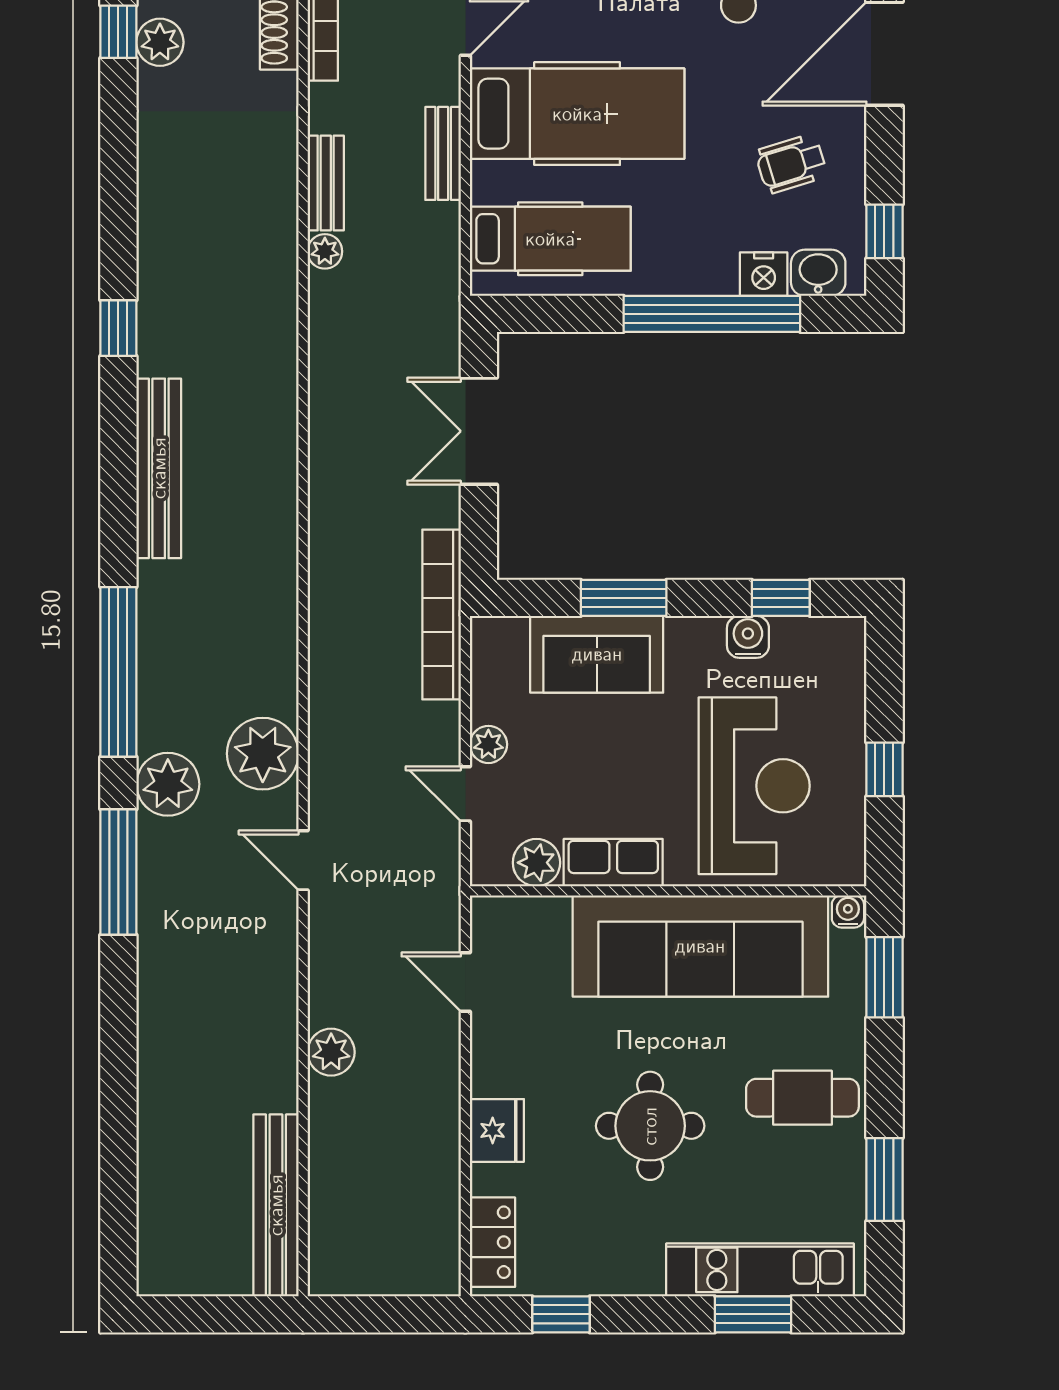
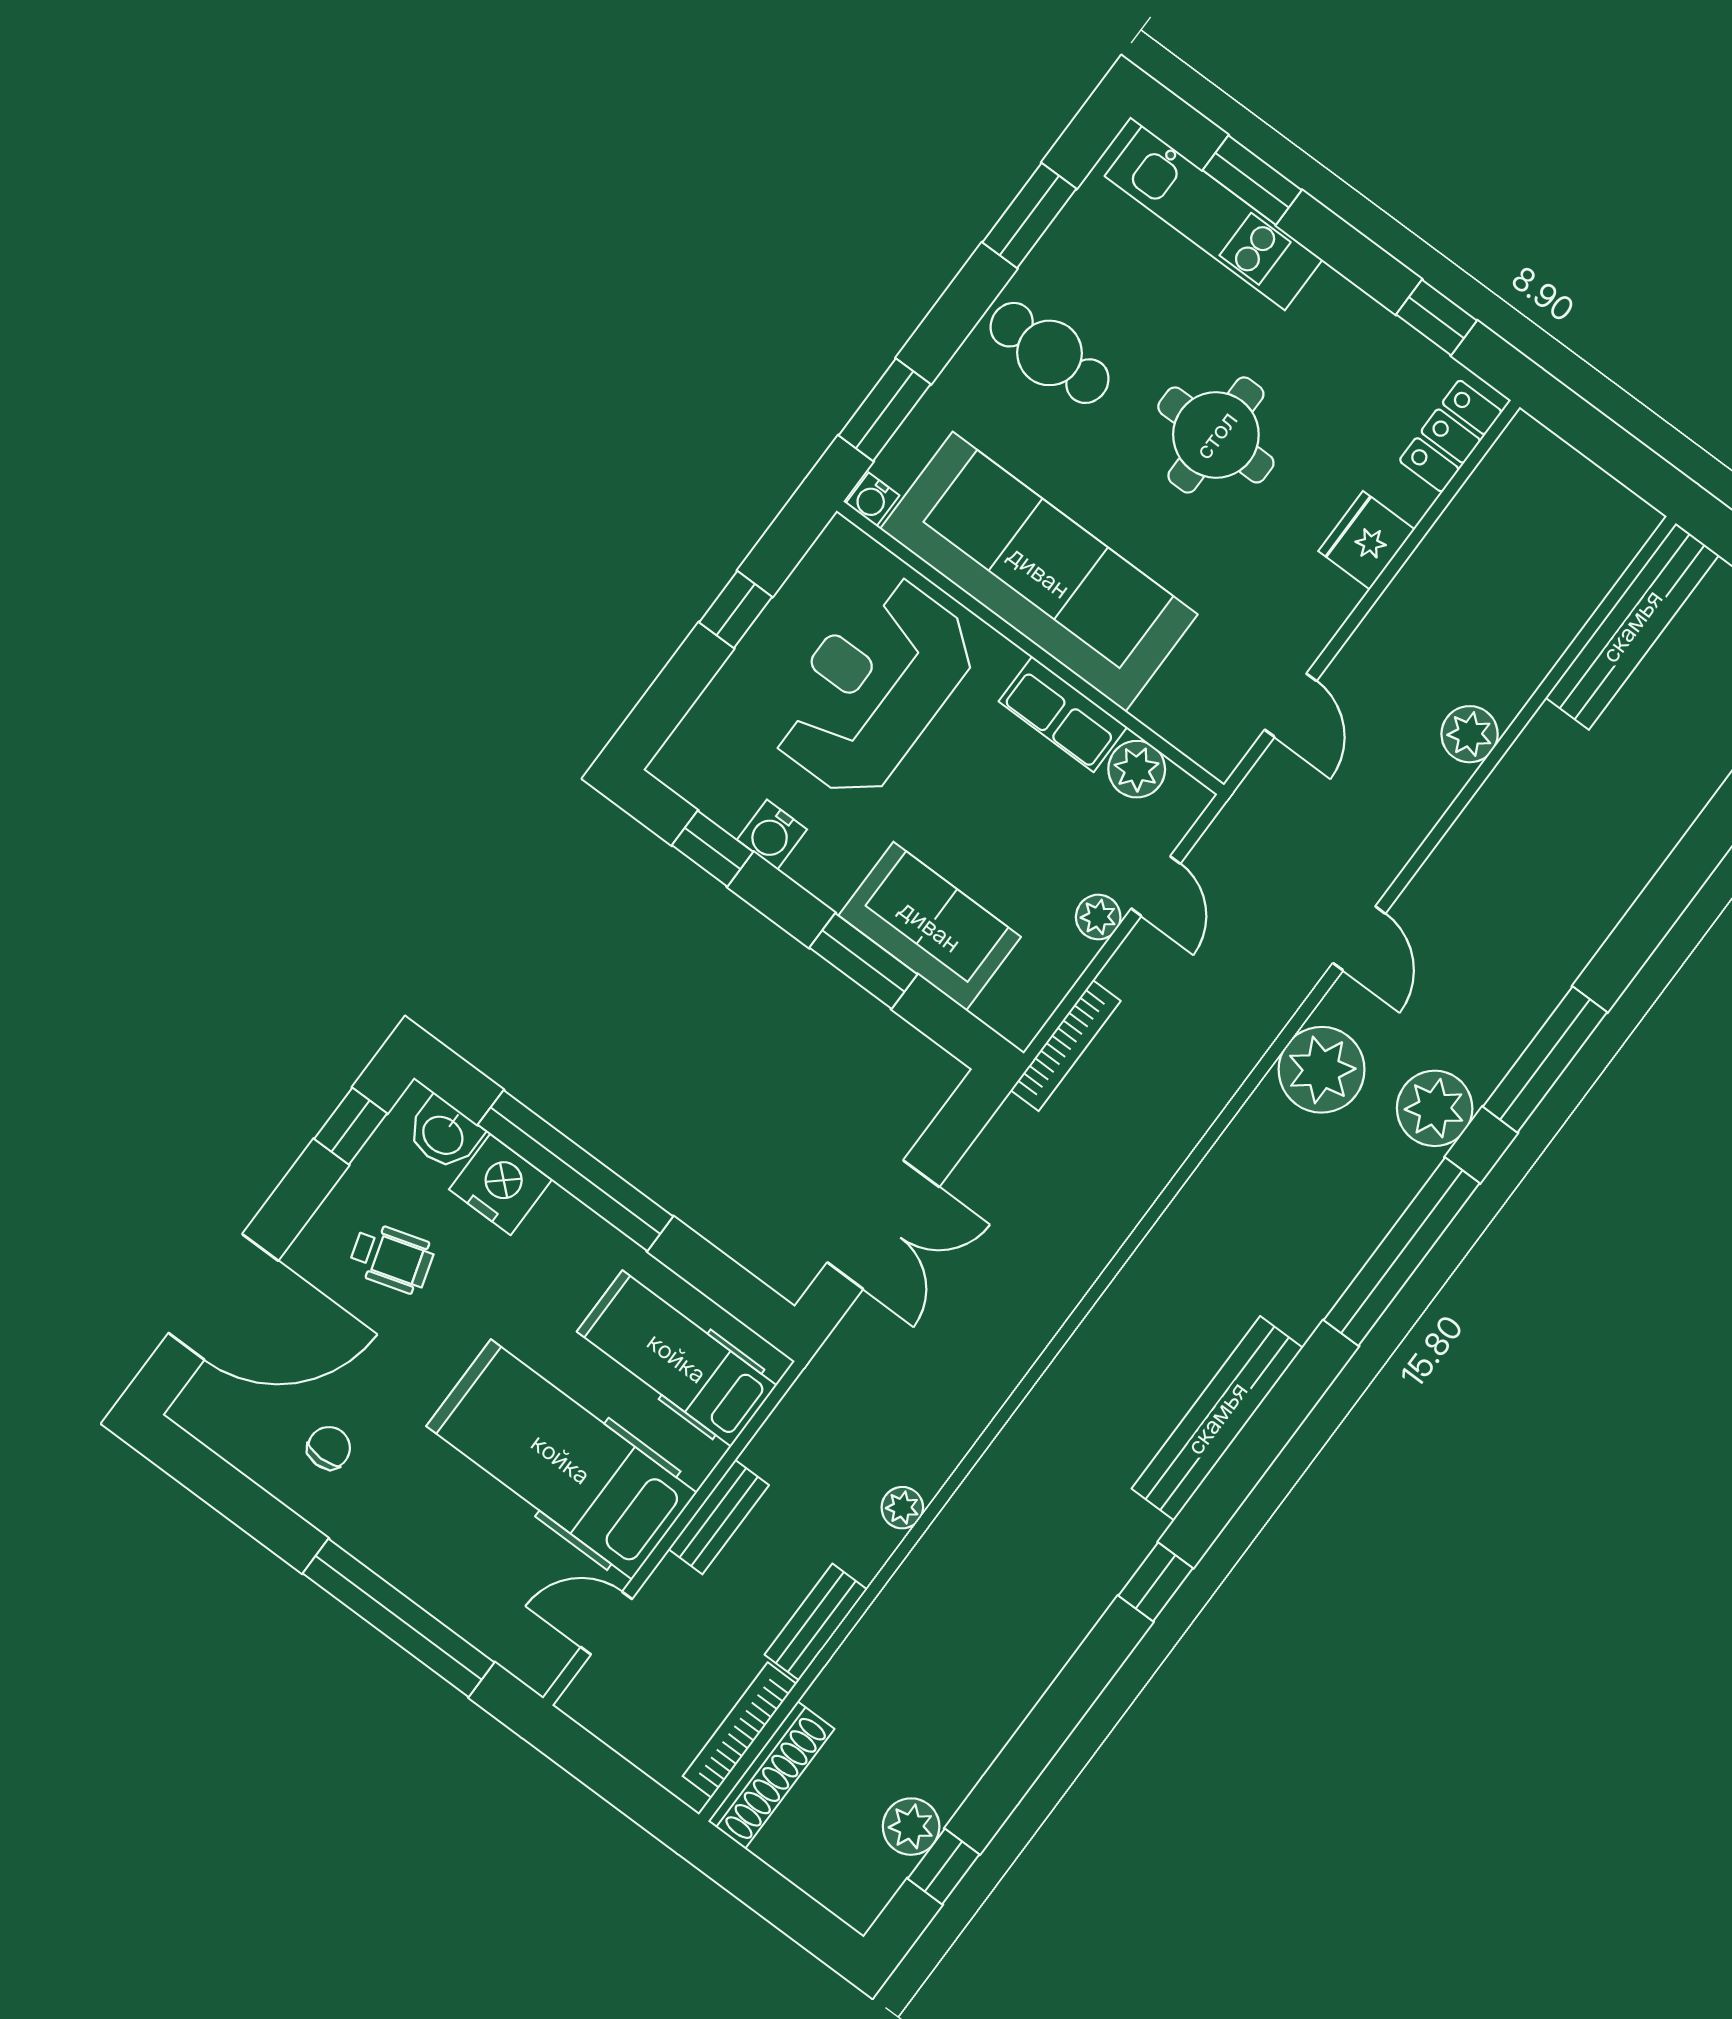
bench: (326, 183) -> (816, 1622), moved
nightstand: (764, 274) -> (500, 1185), width x1.36, depth x1.33
bookcase: (442, 615) -> (1066, 1046), width x0.68, depth x0.76

